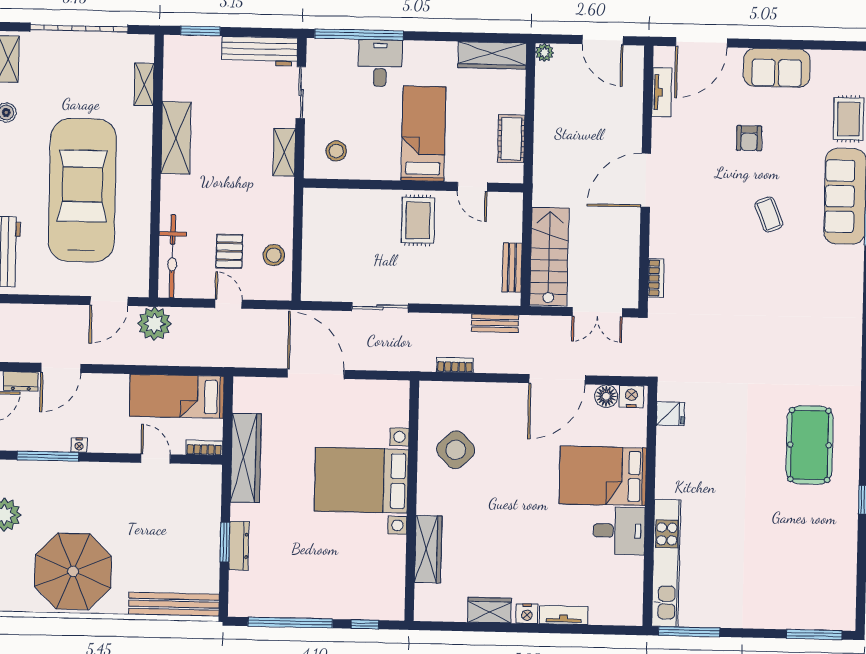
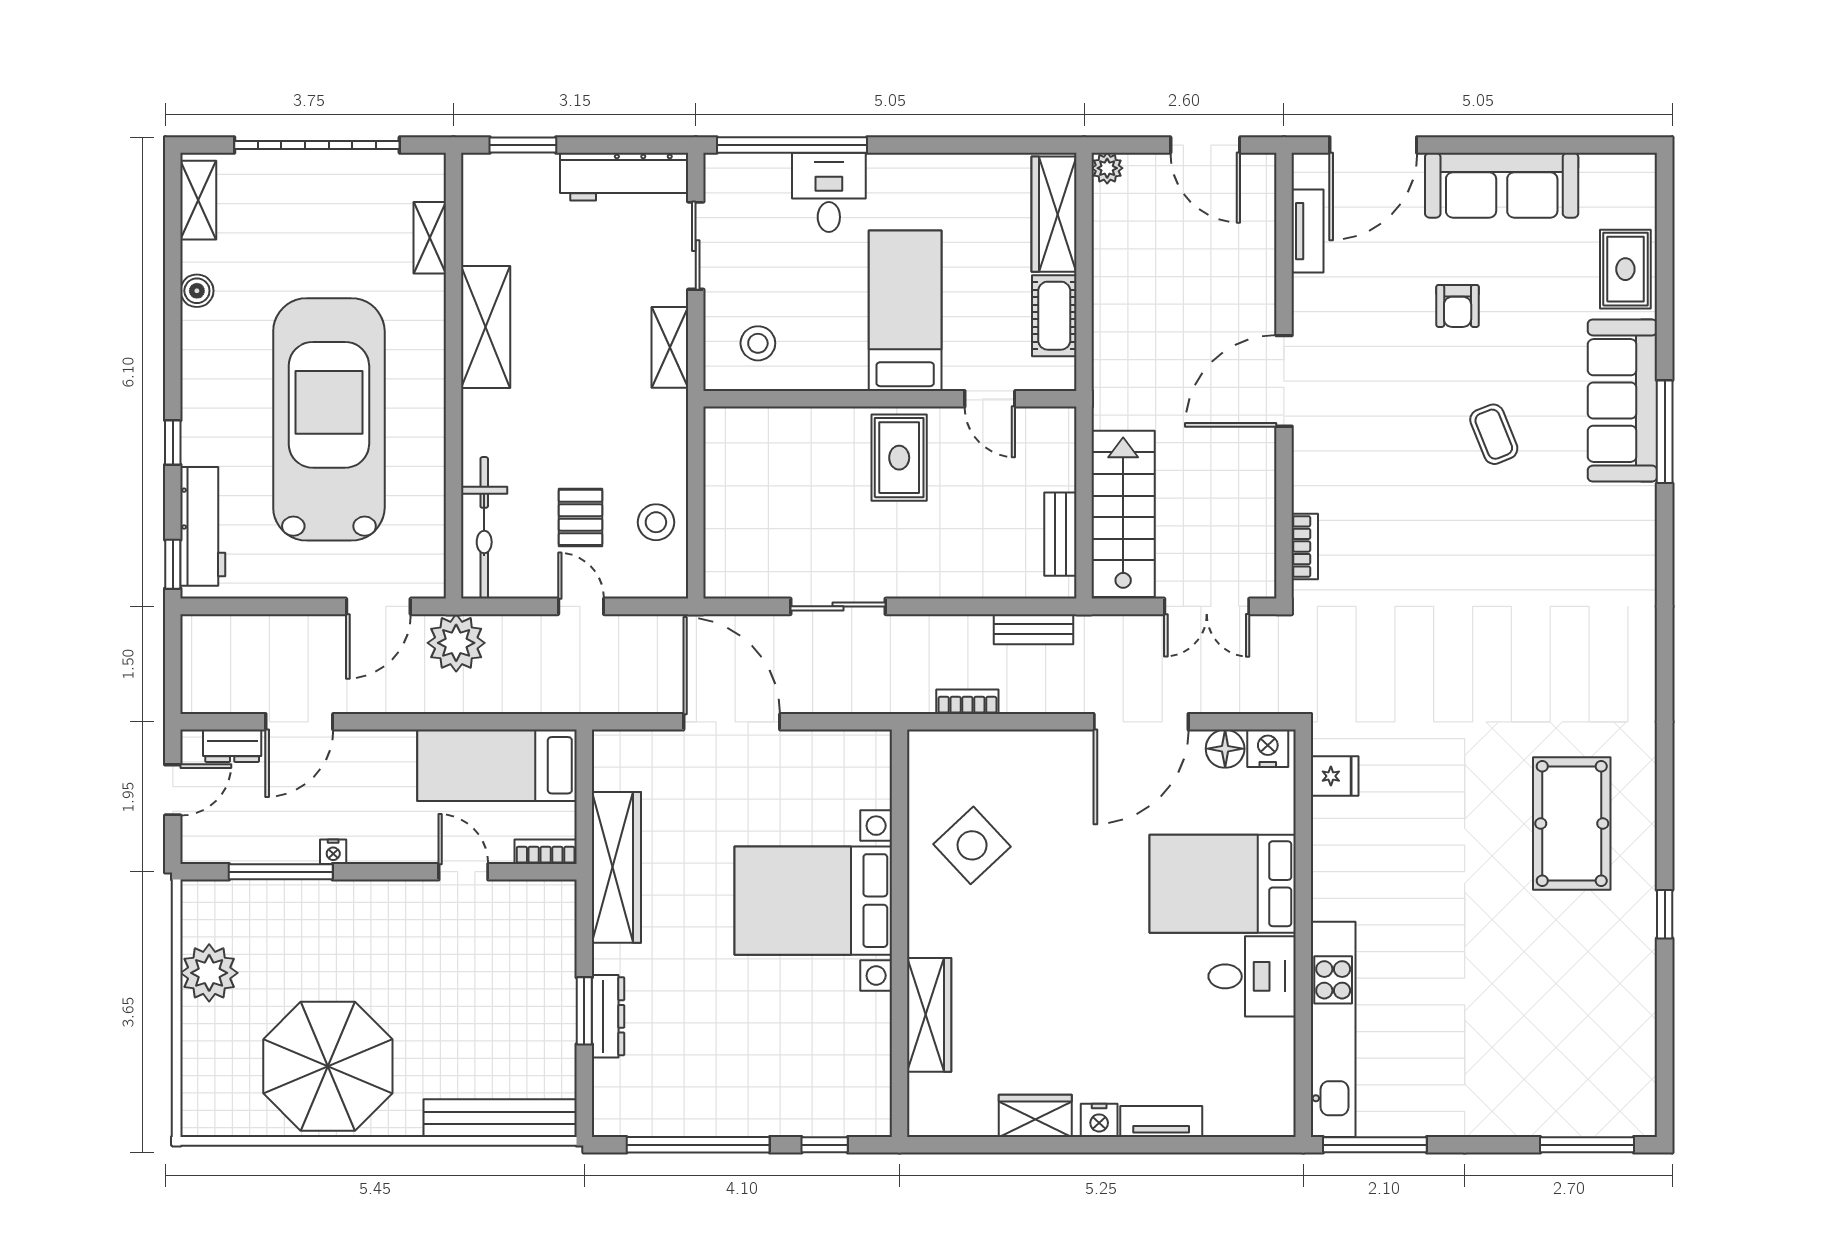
wardrobe: (492, 55) -> (1054, 214), moved, turned 90
sofa: (777, 68) -> (1502, 185), width x1.36

